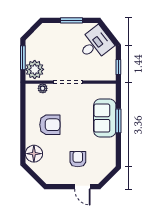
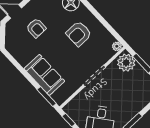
plant: (43, 88) -> (117, 46), moved
window: (118, 121) -> (47, 97), moved

